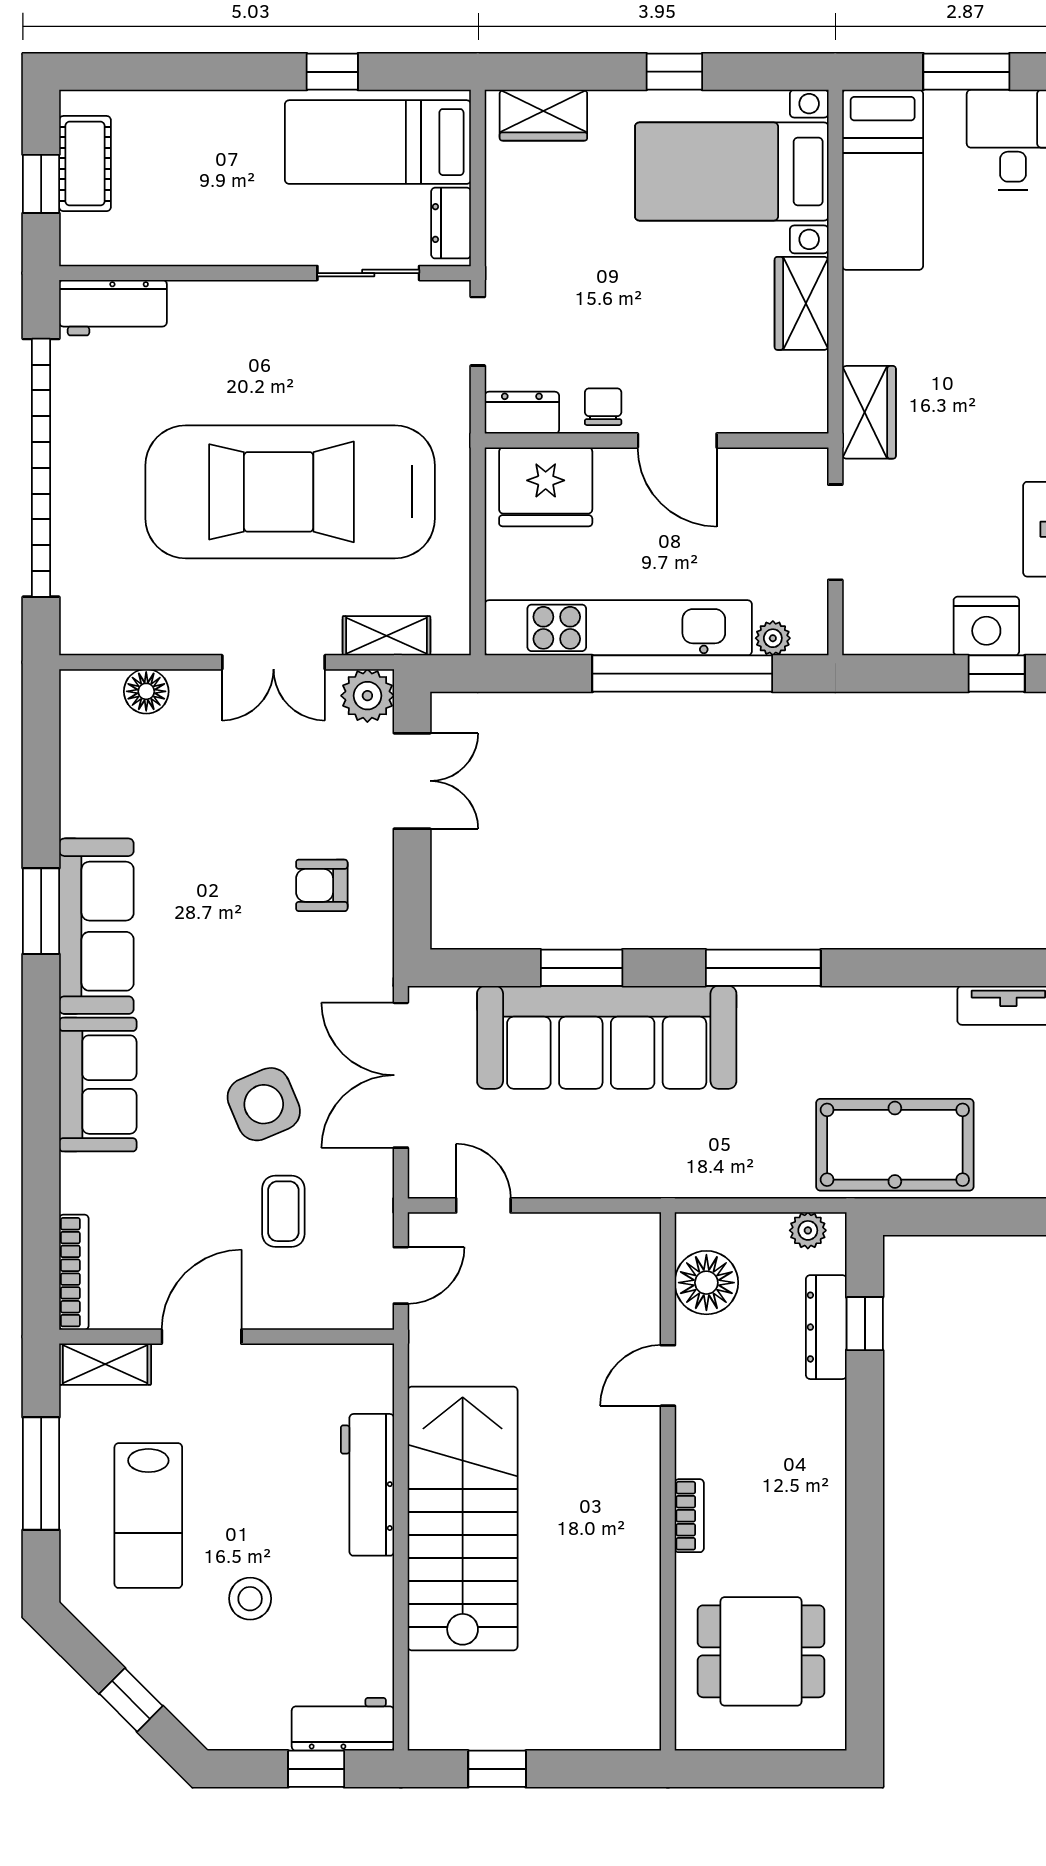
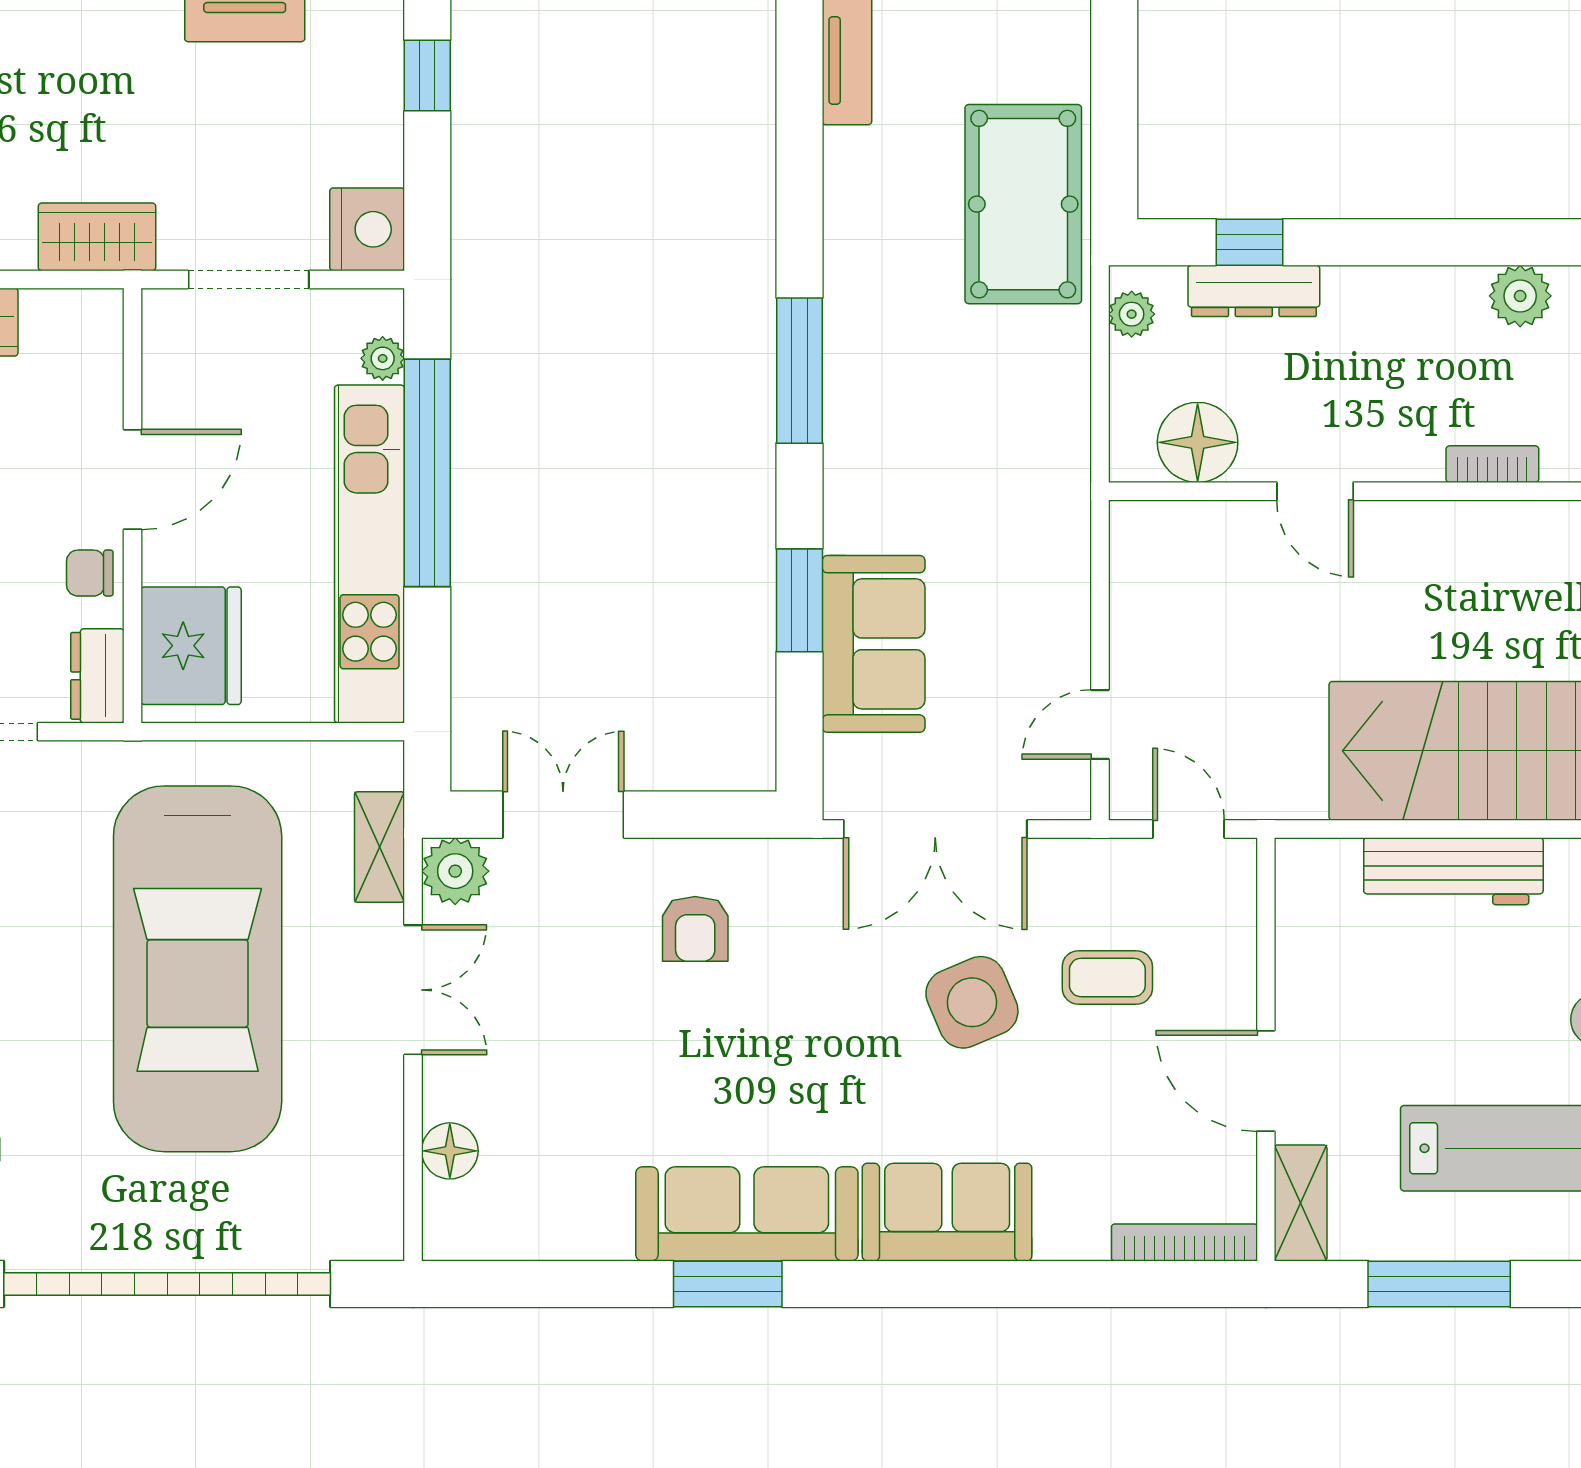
nightstand: (986, 626) -> (367, 229), moved
sofa: (607, 1037) -> (874, 644), width x0.54, depth x0.79
plant: (822, 1538) -> (1520, 296), added

